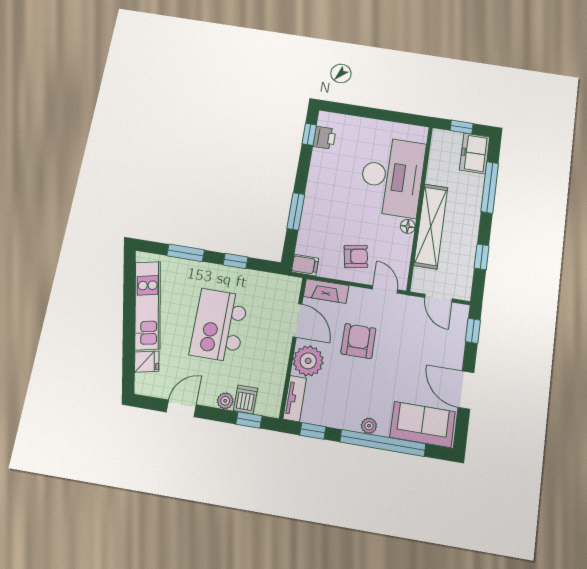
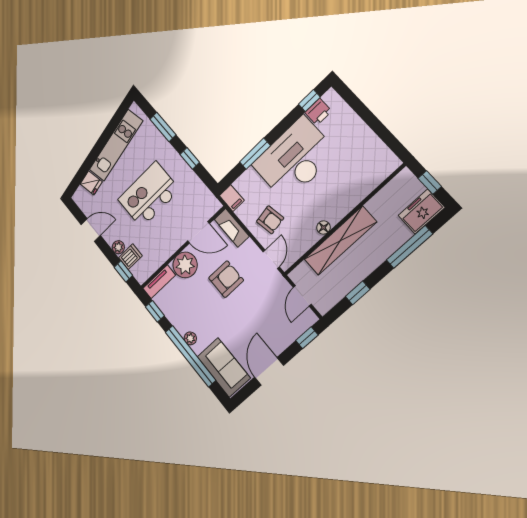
desk: (392, 177) -> (295, 159), moved, turned 180
door: (297, 320) -> (198, 232), hinge flipped

